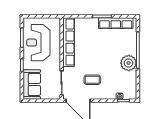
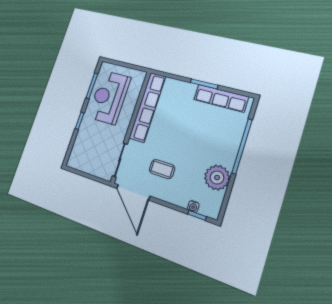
plant: (129, 63) -> (217, 178), moved
sofa: (32, 84) -> (82, 150), removed

